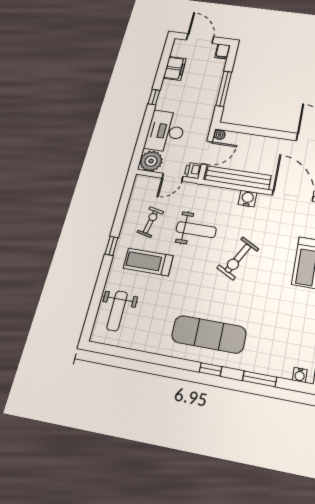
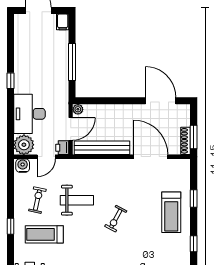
filing cabinet: (175, 68) -> (22, 47), removed
water cooler: (247, 199) -> (23, 166), moved
exercise bike: (238, 258) -> (116, 219), width x0.73, depth x0.72

